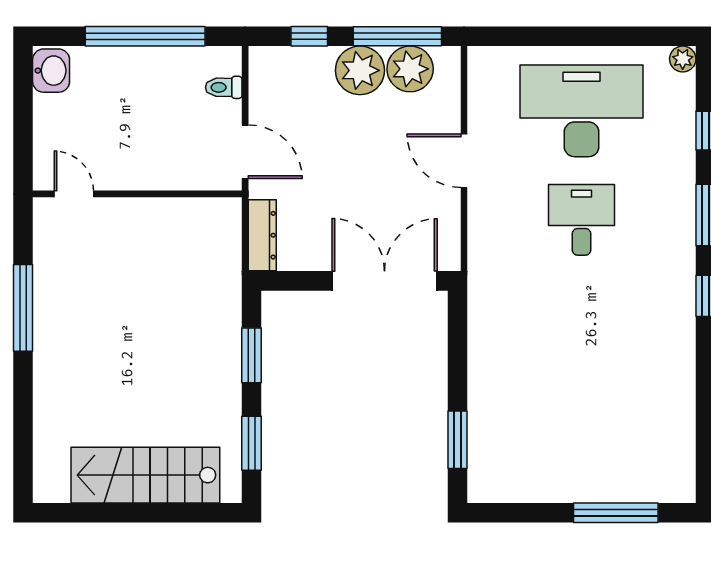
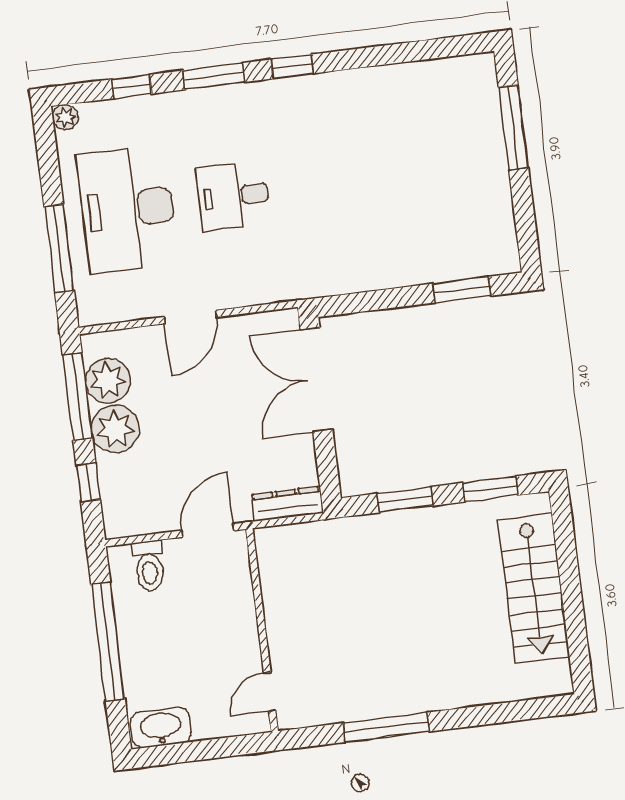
window: (550, 36) -> (59, 249), added
washbasin: (51, 71) -> (161, 728), width x1.38
toilet: (224, 87) -> (149, 566), width x1.37, depth x1.39

